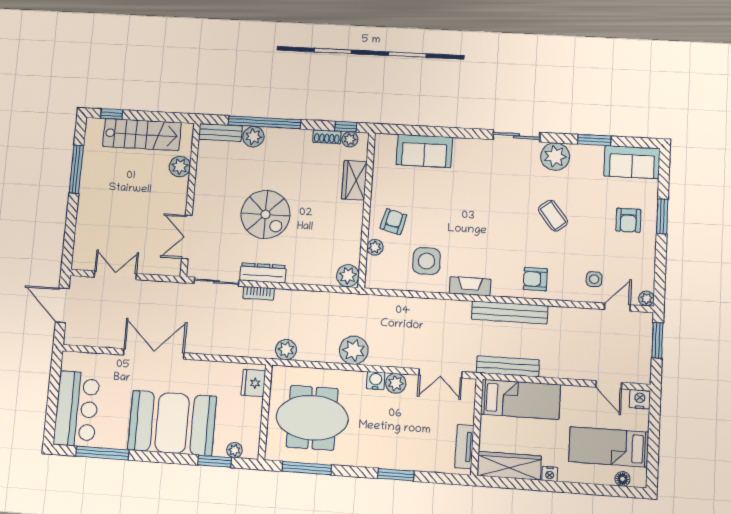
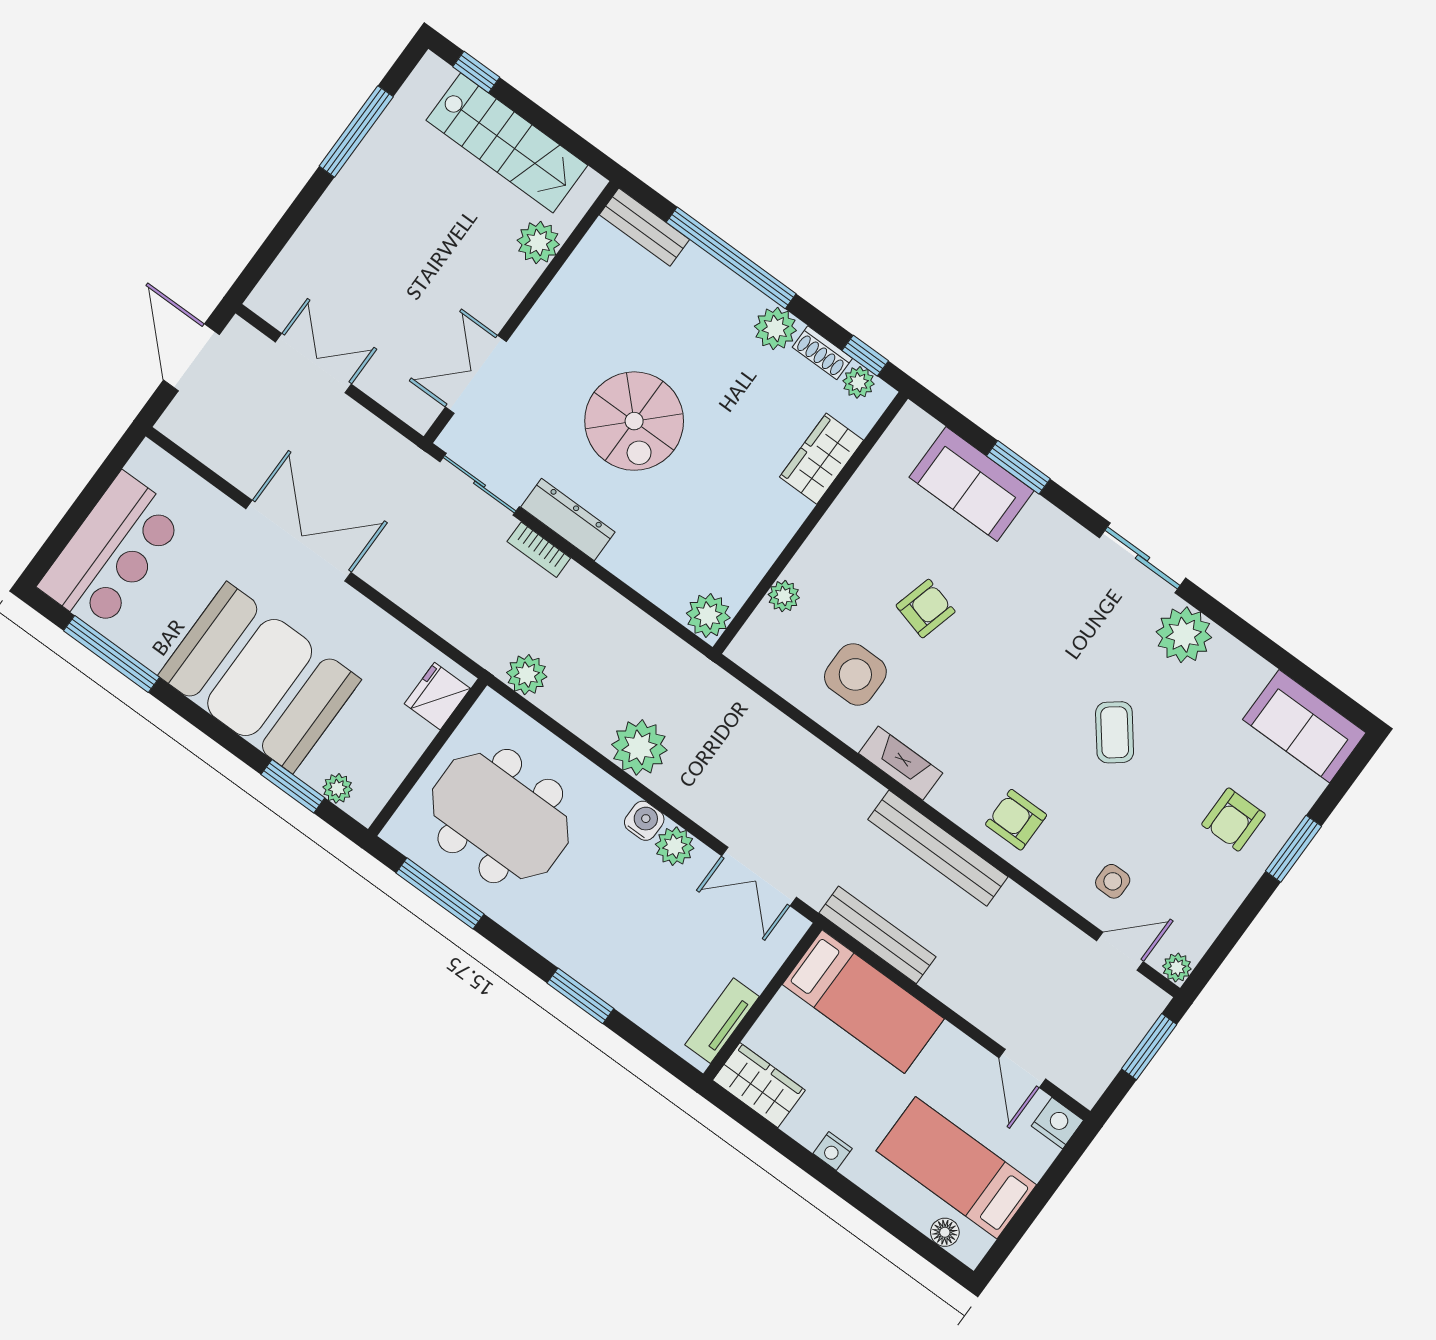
plant: (253, 137) -> (775, 328), moved
window: (594, 140) -> (1018, 467), moved
armchair: (393, 222) -> (926, 609), moved
wardrobe: (509, 466) -> (759, 1085), width x0.67

